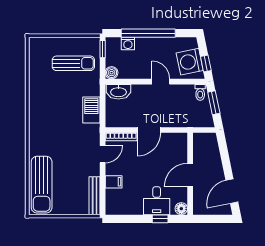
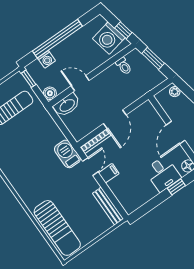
door: (161, 82) -> (80, 83), moved
toilet: (200, 92) -> (124, 66), moved
barbecue: (91, 110) -> (67, 154), moved
plant: (212, 142) -> (175, 92), added
filing cabinet: (114, 182) -> (109, 173), moved

